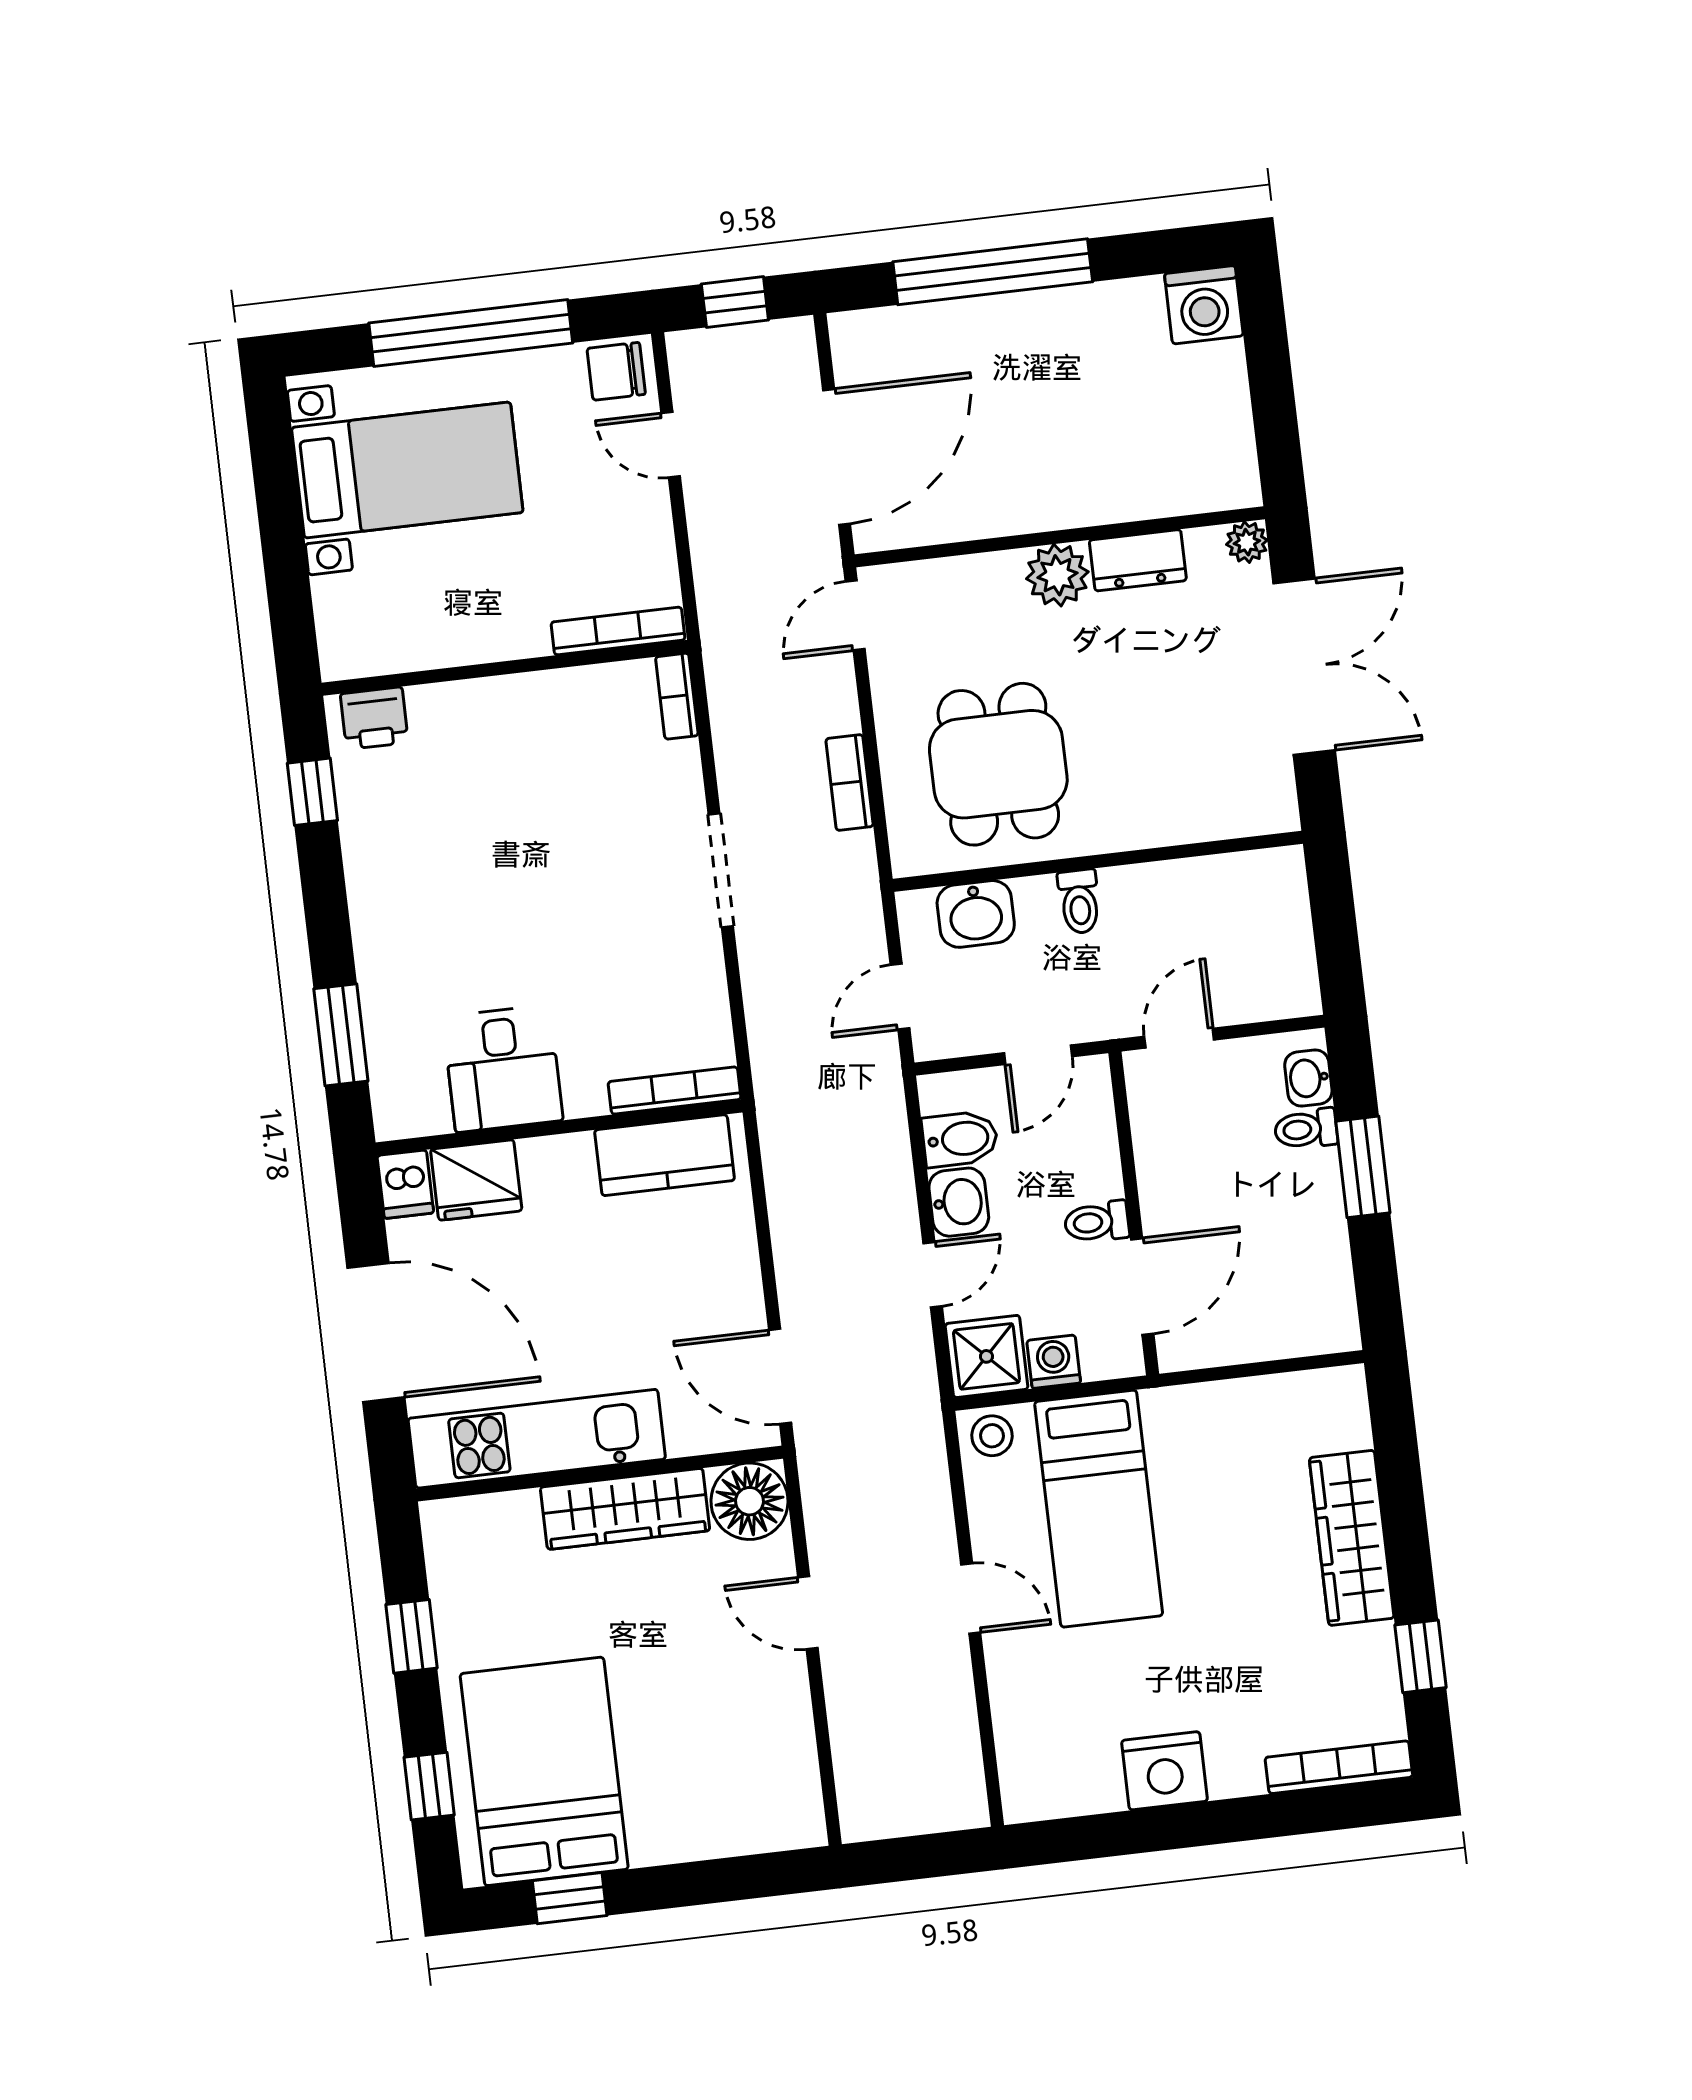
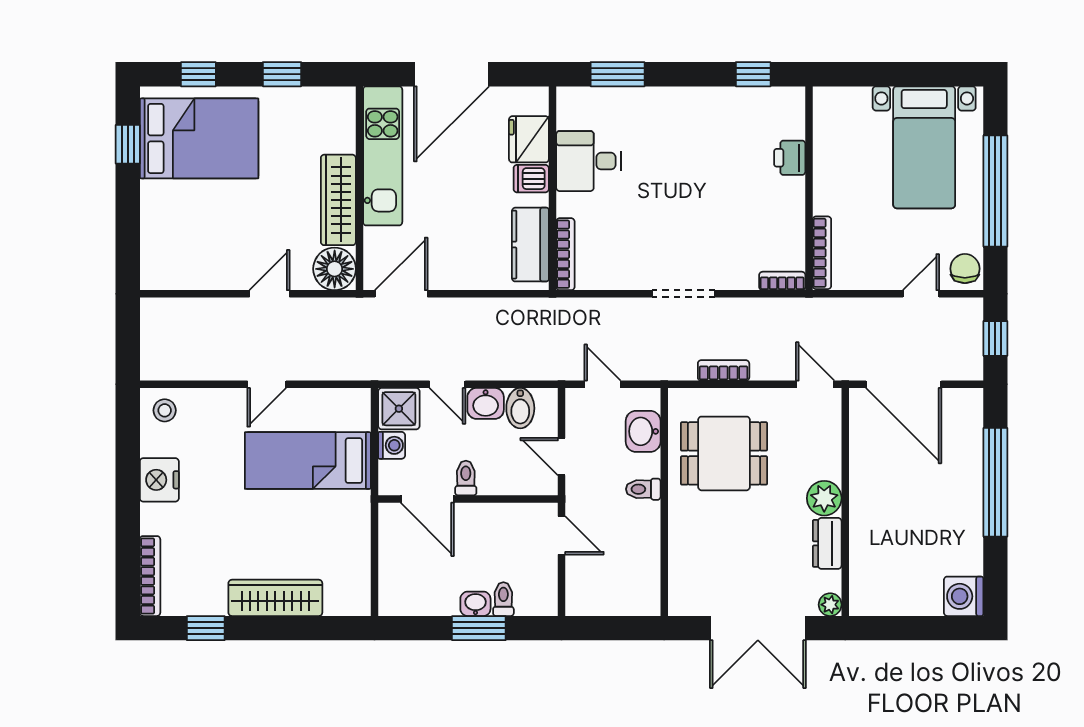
printer: (374, 718) -> (790, 158), moved
washbasin: (1308, 1078) -> (475, 604), moved
dishwasher: (405, 1184) -> (531, 179), moved
stool: (992, 1436) -> (165, 410), moved

